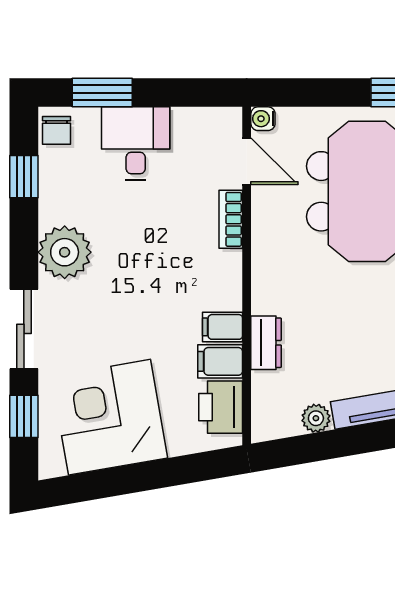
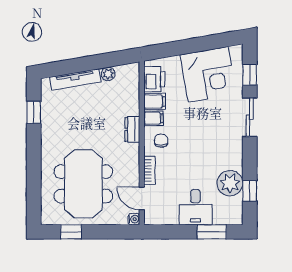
chair: (57, 130) -> (161, 141), moved
plant: (65, 252) -> (230, 183), moved
dresser: (266, 343) -> (132, 129), moved

